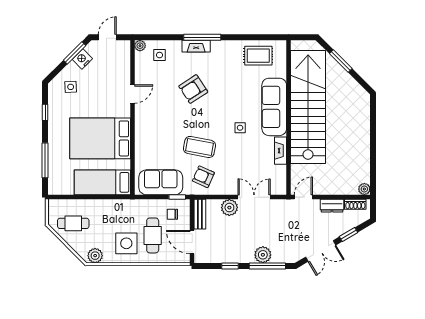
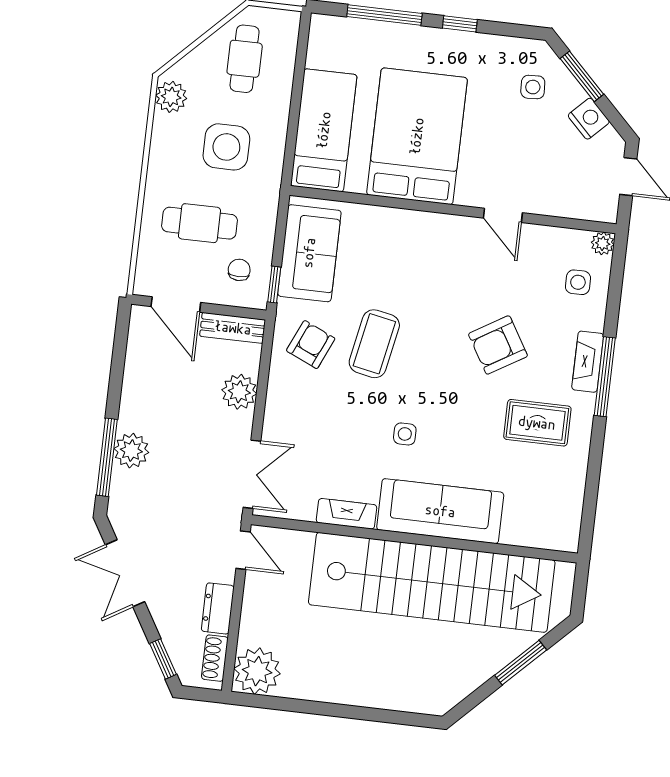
window: (75, 53) -> (582, 76), moved
rug: (258, 56) -> (537, 423), moved, turned 90
armchair: (193, 89) -> (498, 345), turned -88
window: (45, 112) -> (460, 24), moved
plant: (364, 189) -> (257, 671), width x1.88, depth x1.88
double door: (254, 197) -> (252, 474), moved
window: (349, 235) -> (163, 659), moved
door: (192, 242) -> (176, 304), swing flipped
side table: (126, 243) -> (226, 147), moved
window: (230, 266) -> (116, 379), removed

